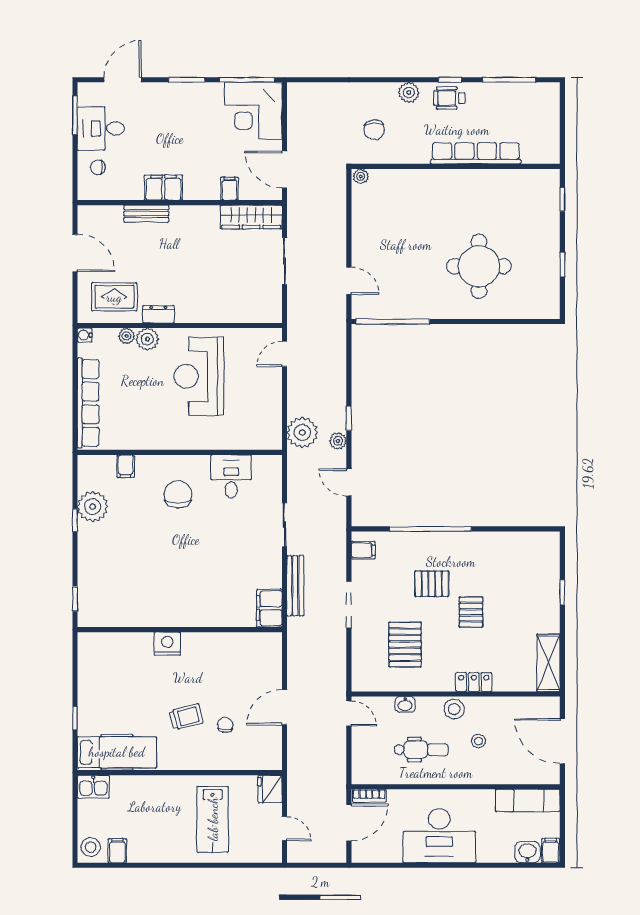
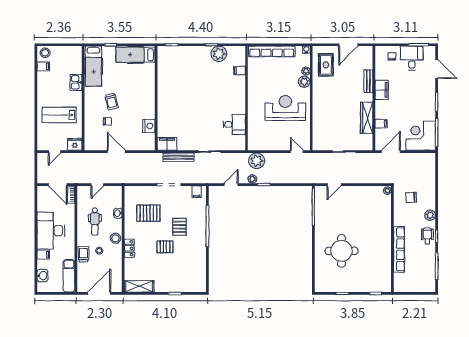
wardrobe: (251, 217) -> (367, 118), moved
dresser: (158, 314) -> (317, 87), removed
chair: (178, 494) -> (225, 97), removed
nightstand: (167, 644) -> (149, 126), moved
hospital bed: (95, 670) -> (135, 55), added
door: (349, 713) -> (97, 185), moved
trolley: (485, 772) -> (84, 254), added
kitchen sink: (93, 787) -> (76, 82), moved
filing cabinet: (551, 851) -> (43, 255), moved

